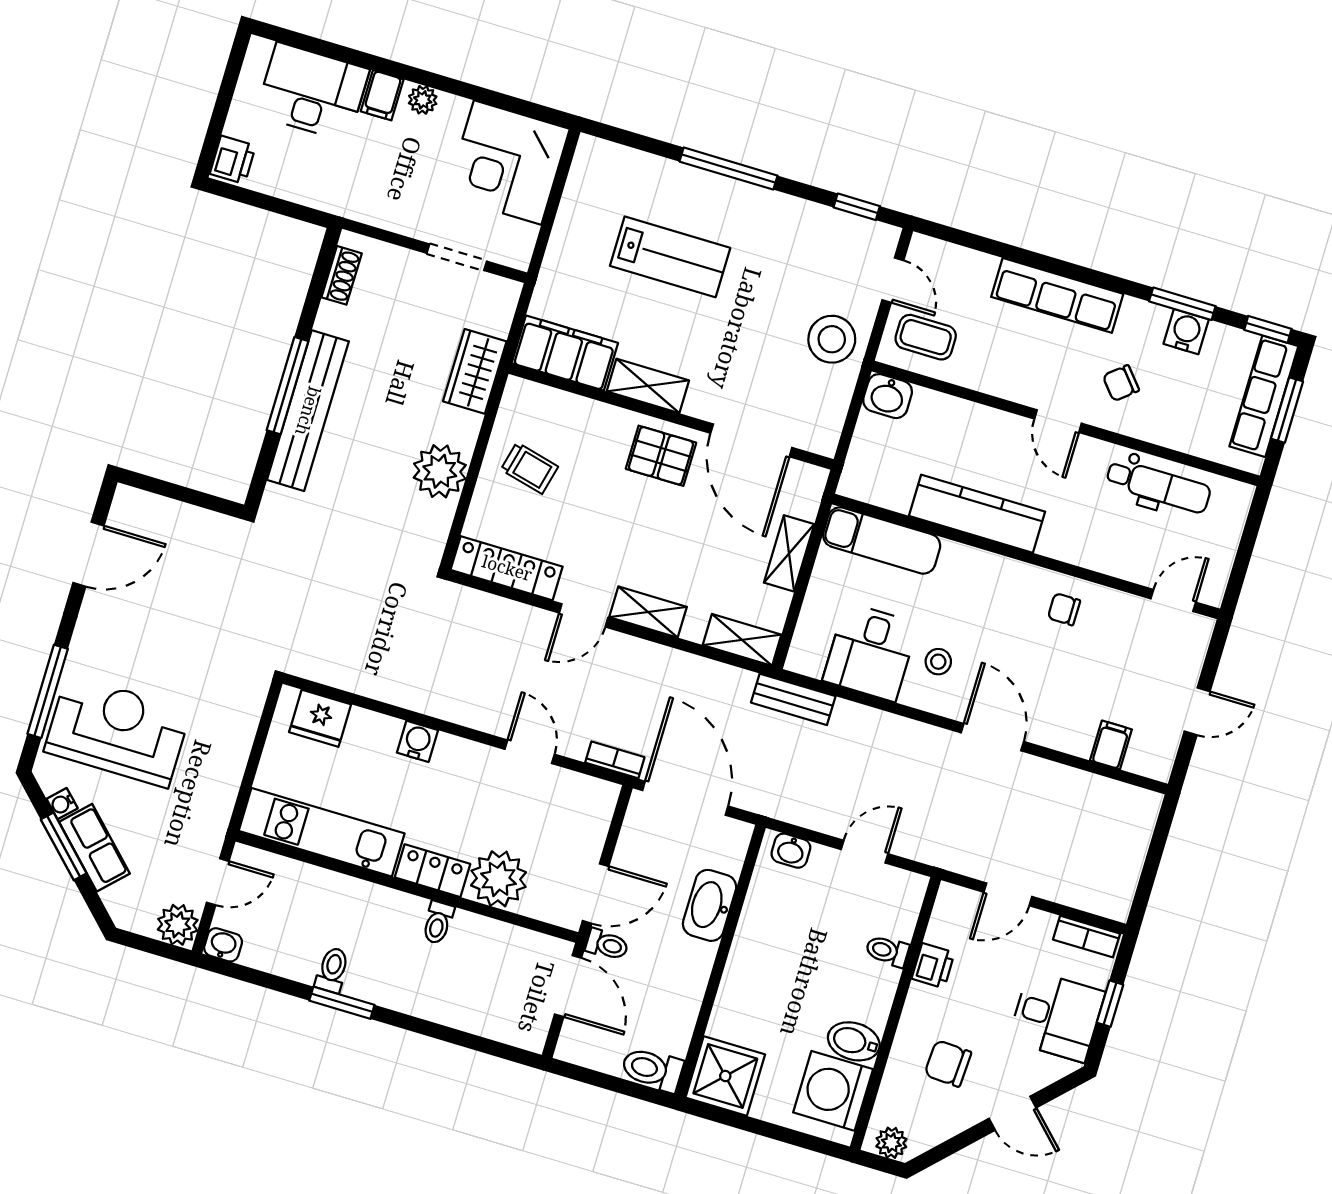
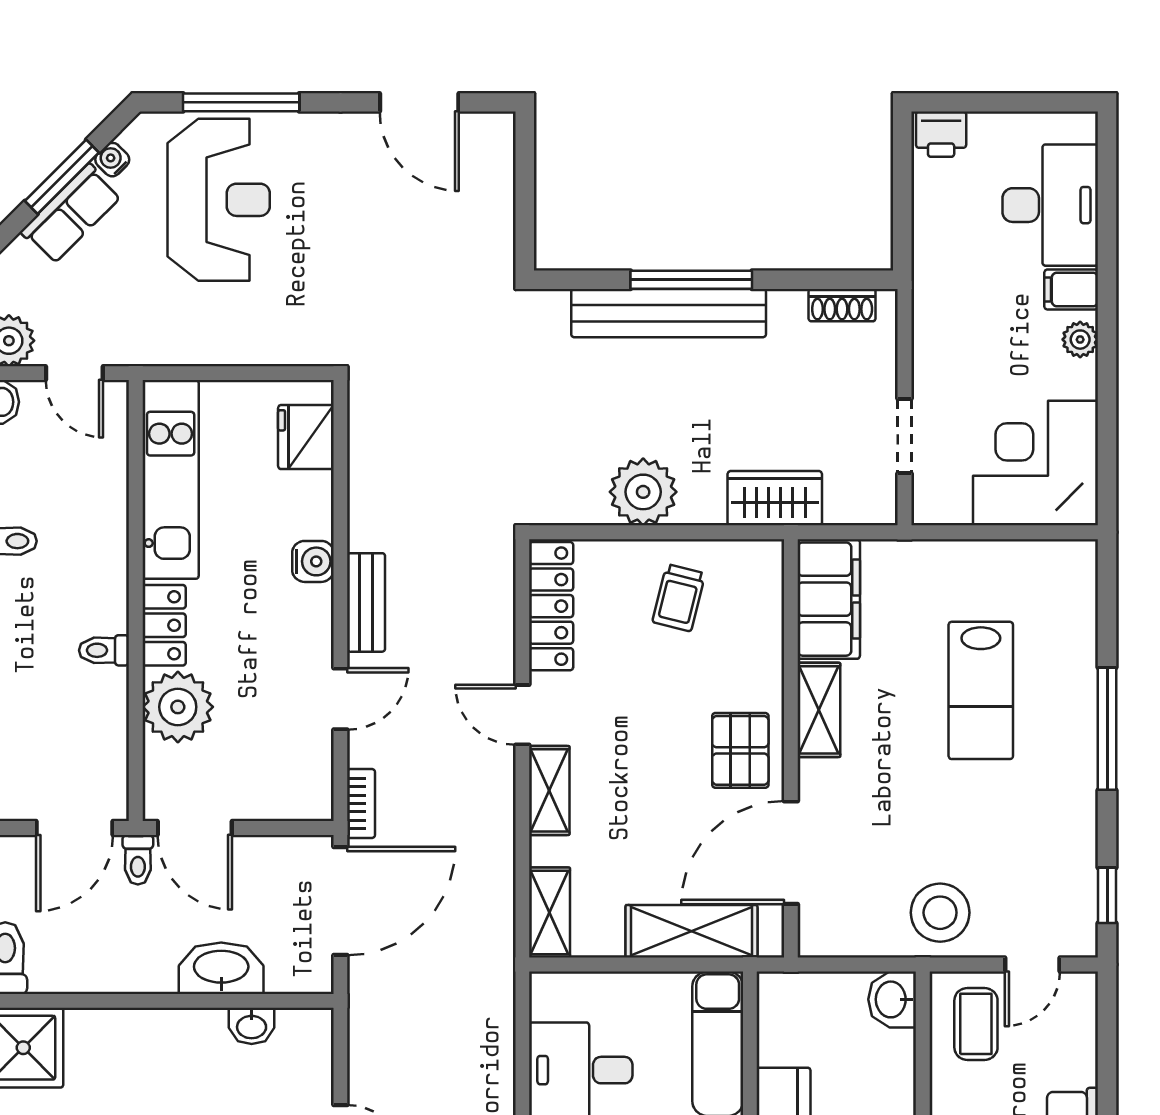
shelving: (789, 553) -> (691, 931), width x1.50, depth x1.33
bench: (793, 699) -> (366, 602), moved
washbasin: (791, 851) -> (252, 1026), moved, turned -90

